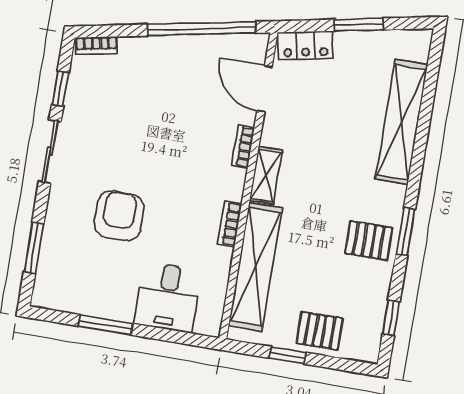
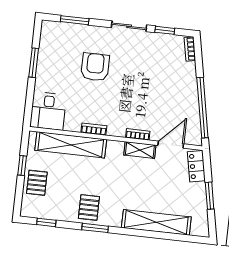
shelving: (266, 175) -> (140, 150), moved
armchair: (119, 216) -> (95, 67), turned -90
desk: (168, 297) -> (48, 111), moved, turned -90

